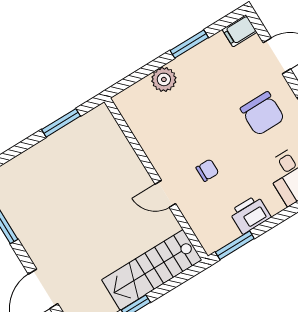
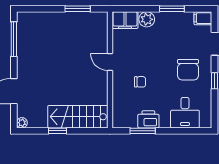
filing cabinet: (135, 99) -> (125, 20), added
door: (165, 194) -> (110, 62), moved
window: (235, 245) -> (143, 131), moved

